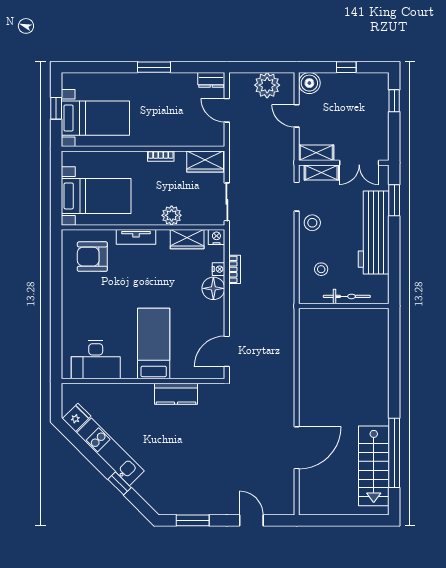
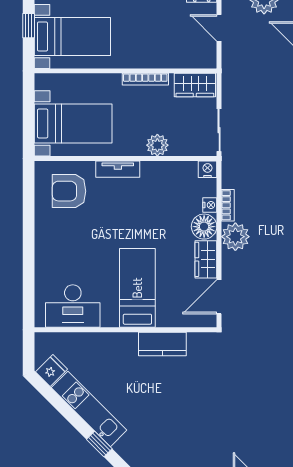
bookcase: (161, 156) -> (145, 79), width x1.56
wardrobe: (187, 239) -> (206, 259), moved, turned 90
plant: (241, 298) -> (235, 237), added

